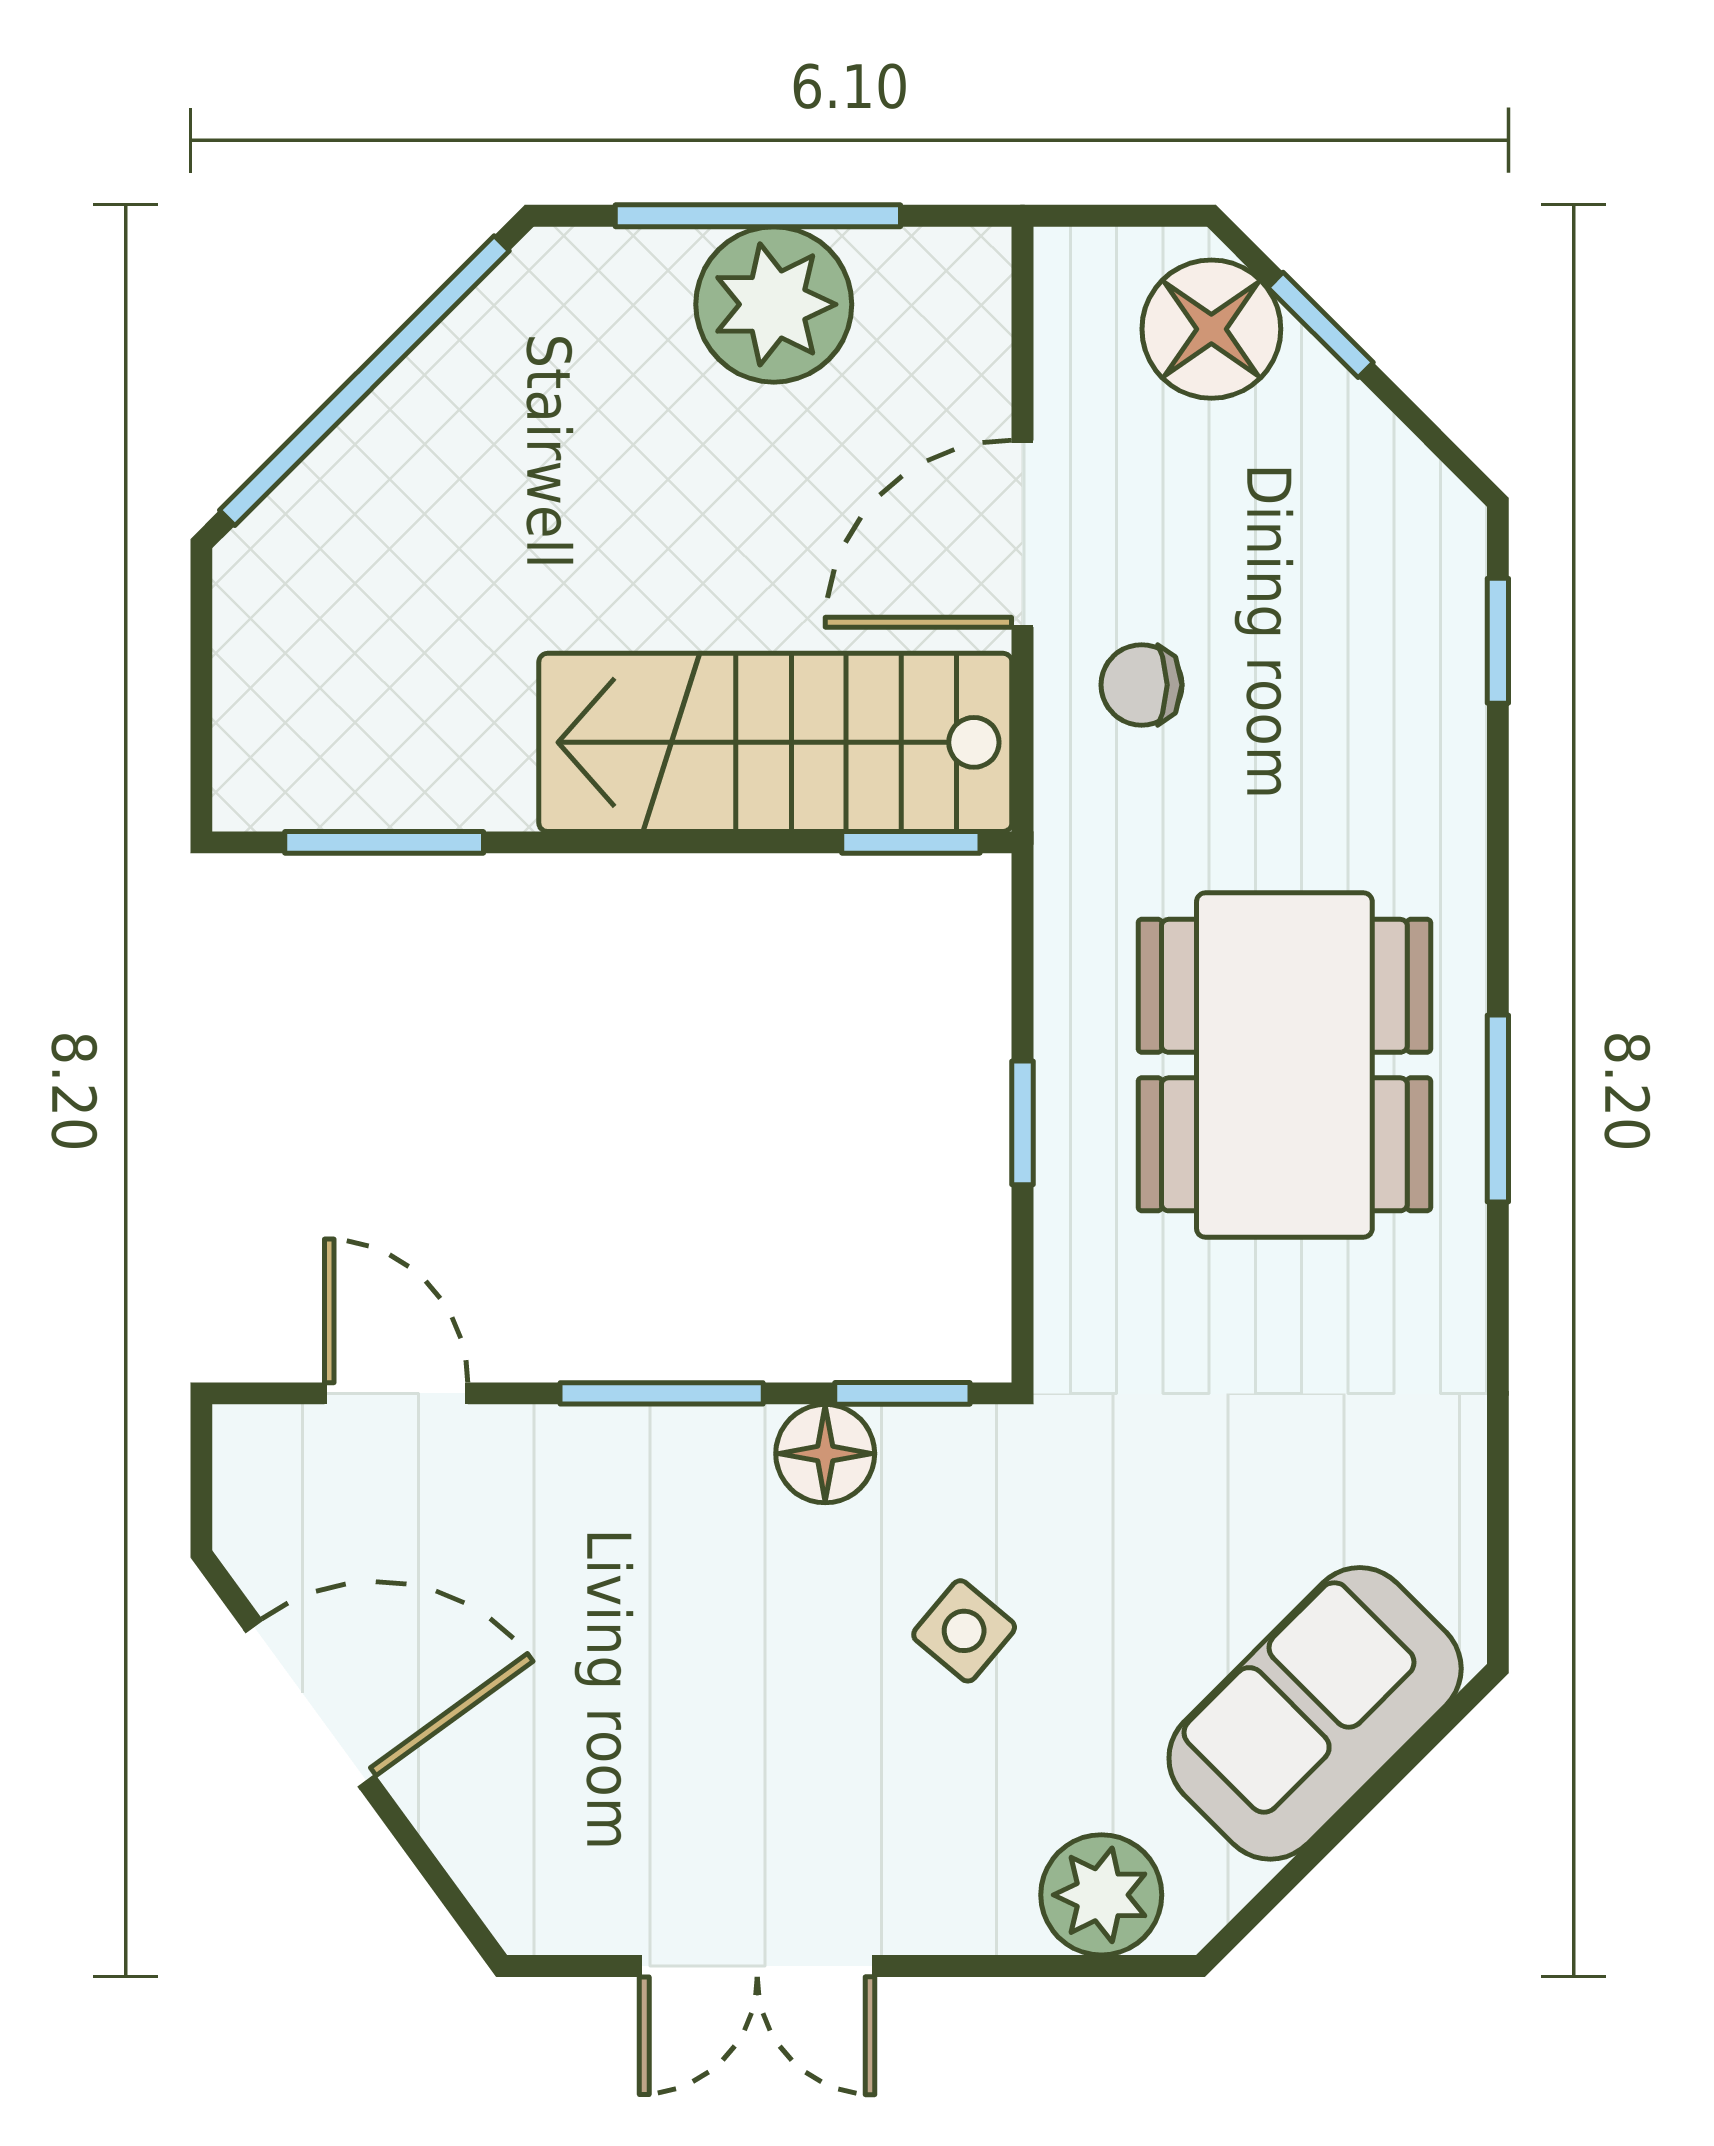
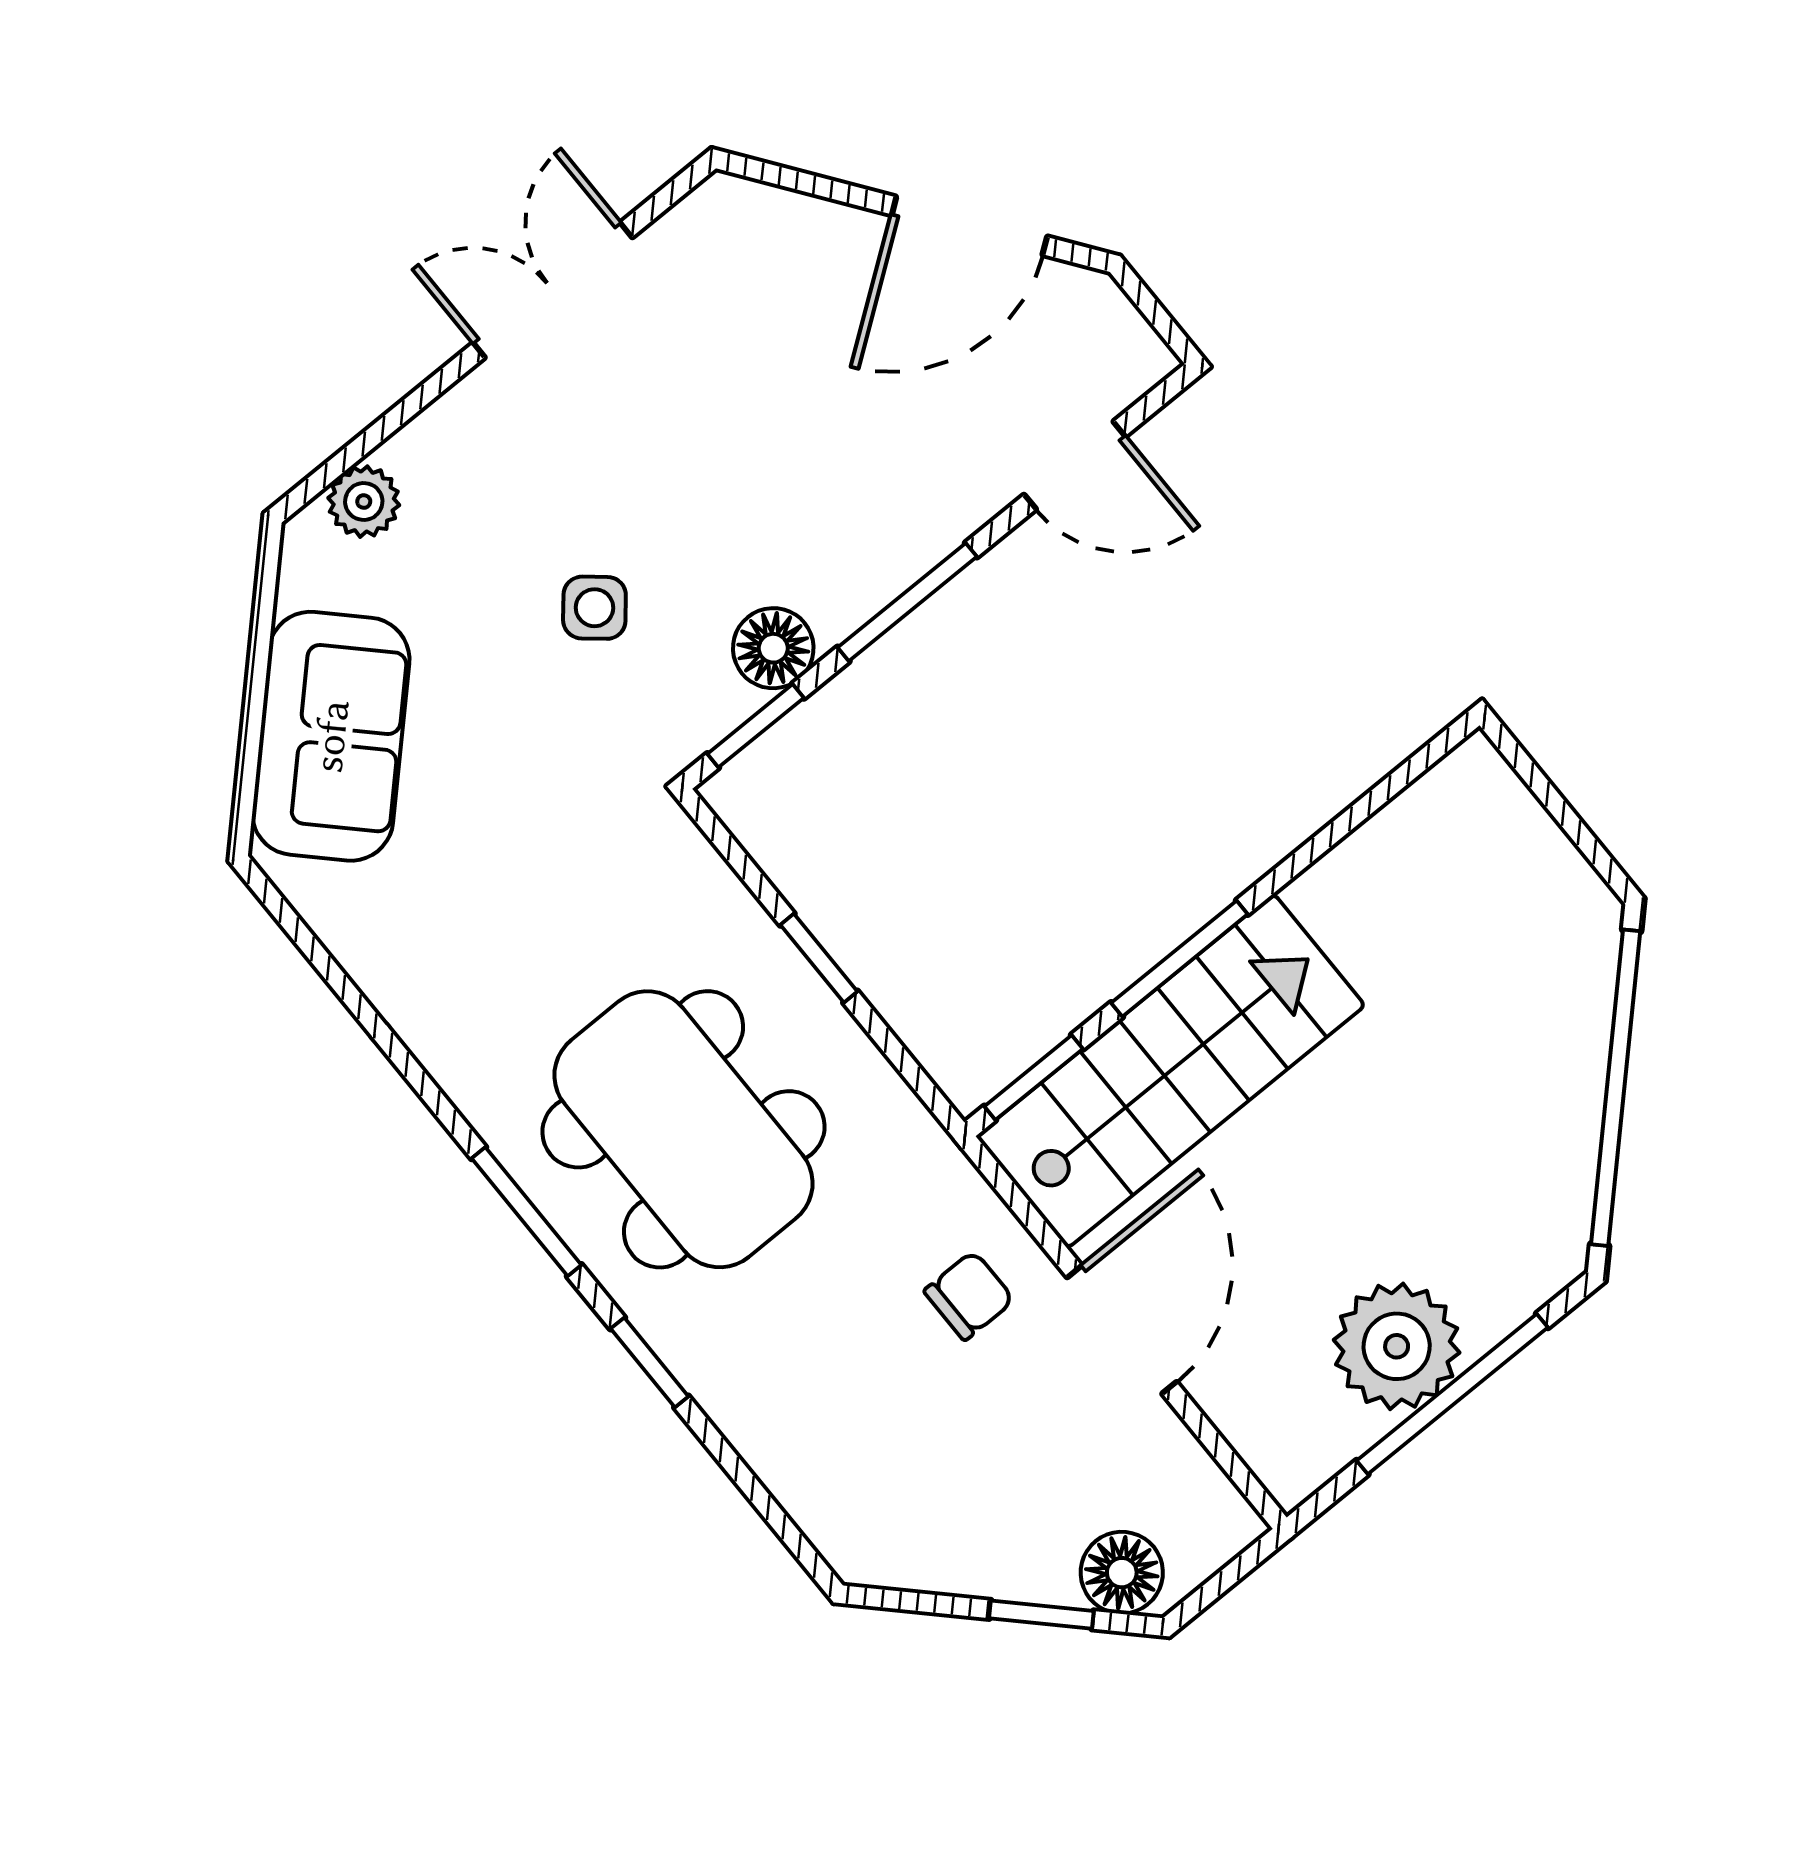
floor lamp: (1211, 329) -> (1122, 1573), width x0.73, depth x0.73
window: (1498, 641) -> (650, 1362), moved
window: (384, 842) -> (1179, 959), moved
plant: (1101, 1895) -> (364, 502), width x0.73, depth x0.73

